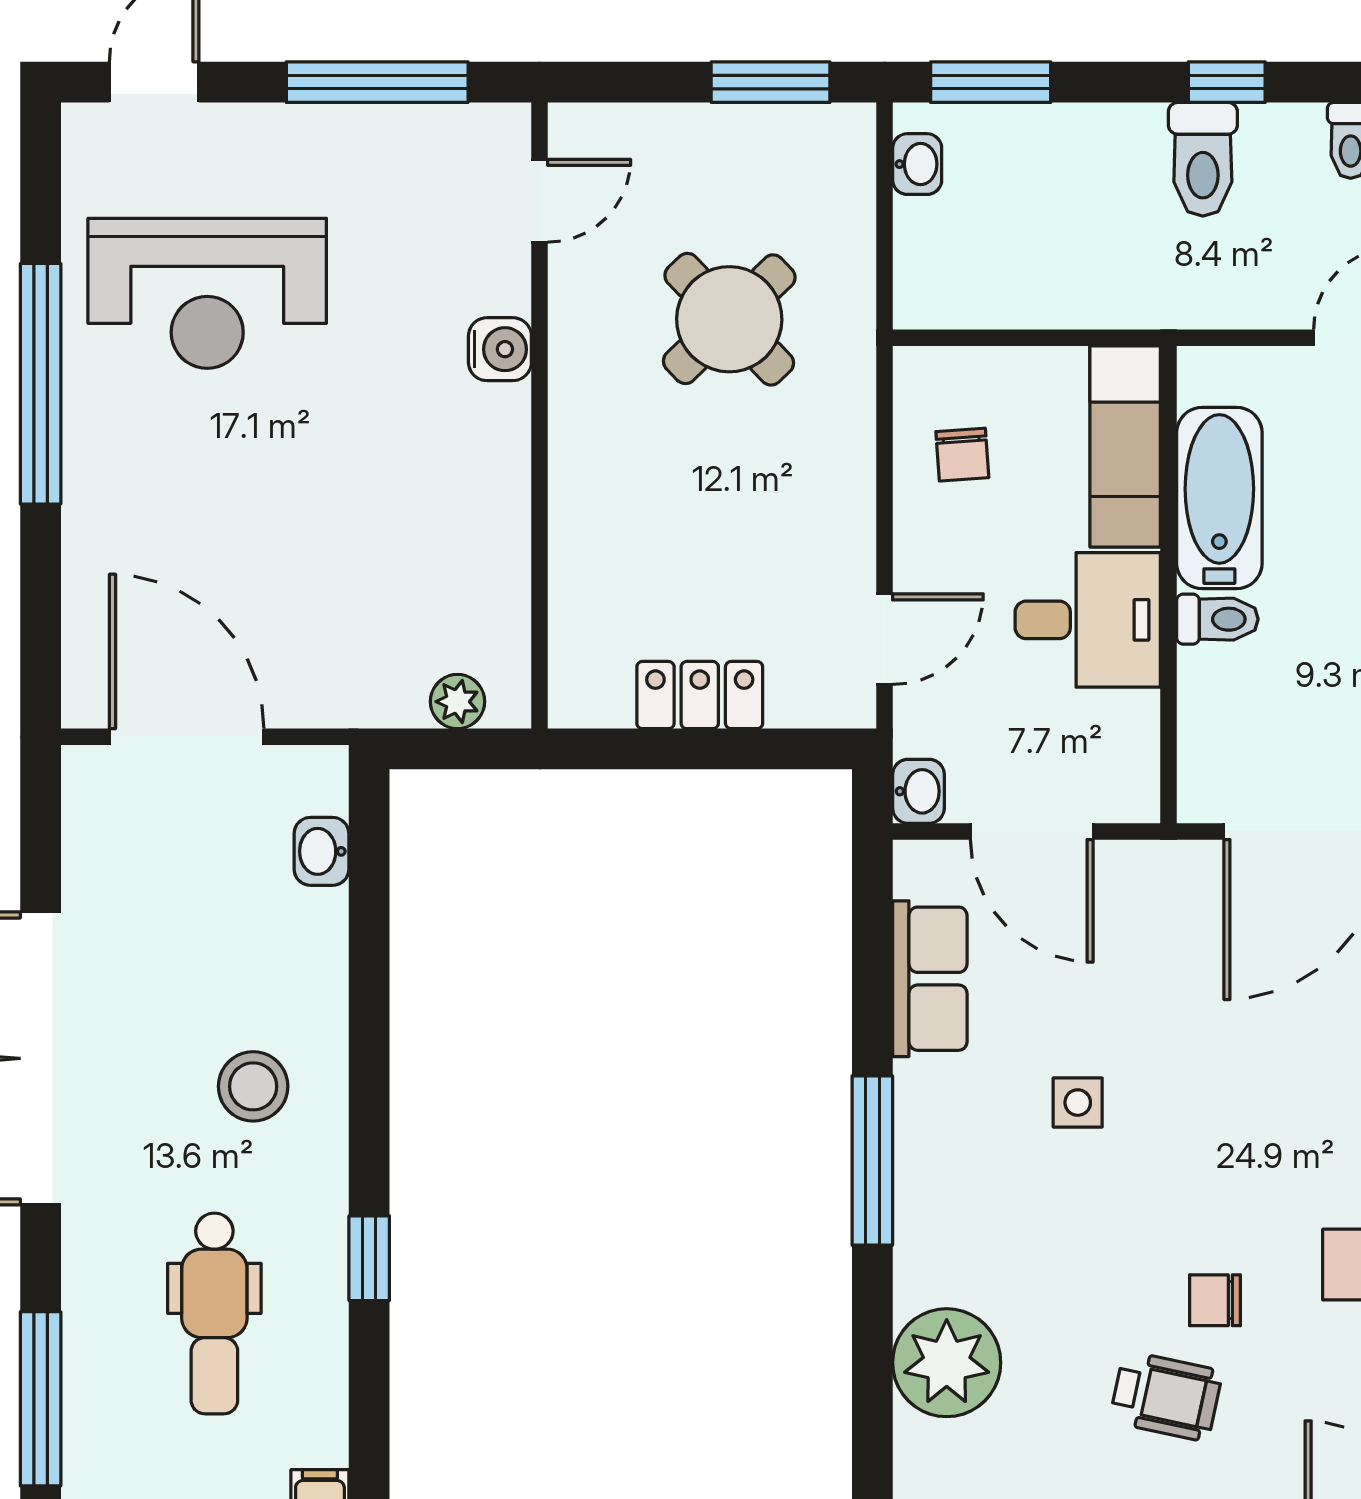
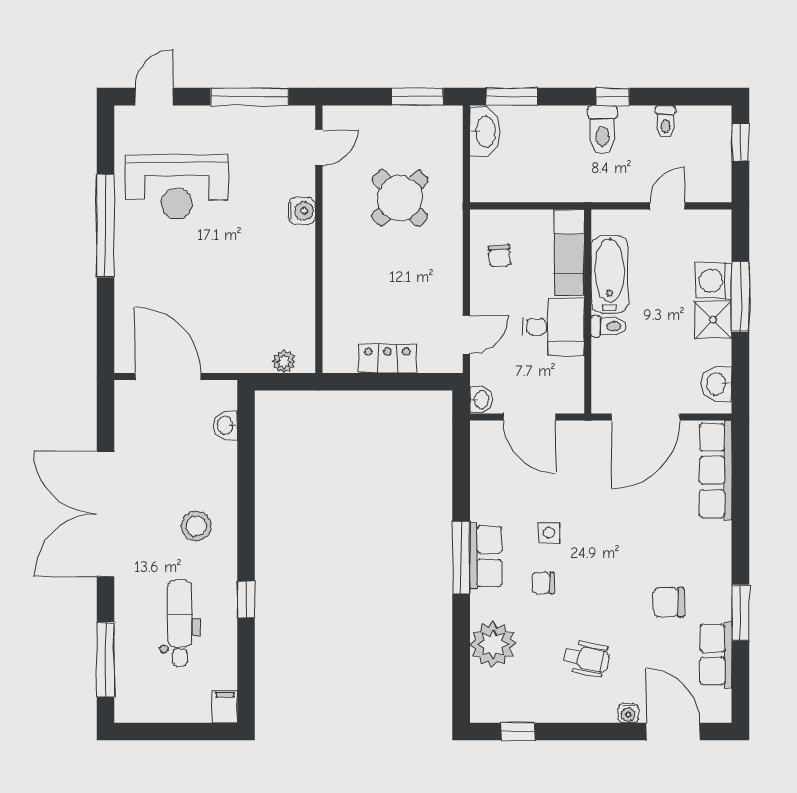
washbasin: (917, 164) -> (485, 132), width x1.91, depth x1.45
row of seats: (930, 979) -> (486, 556), moved
chair: (1215, 1300) -> (543, 583), moved
dental chair: (214, 1313) -> (180, 623), turned 180

